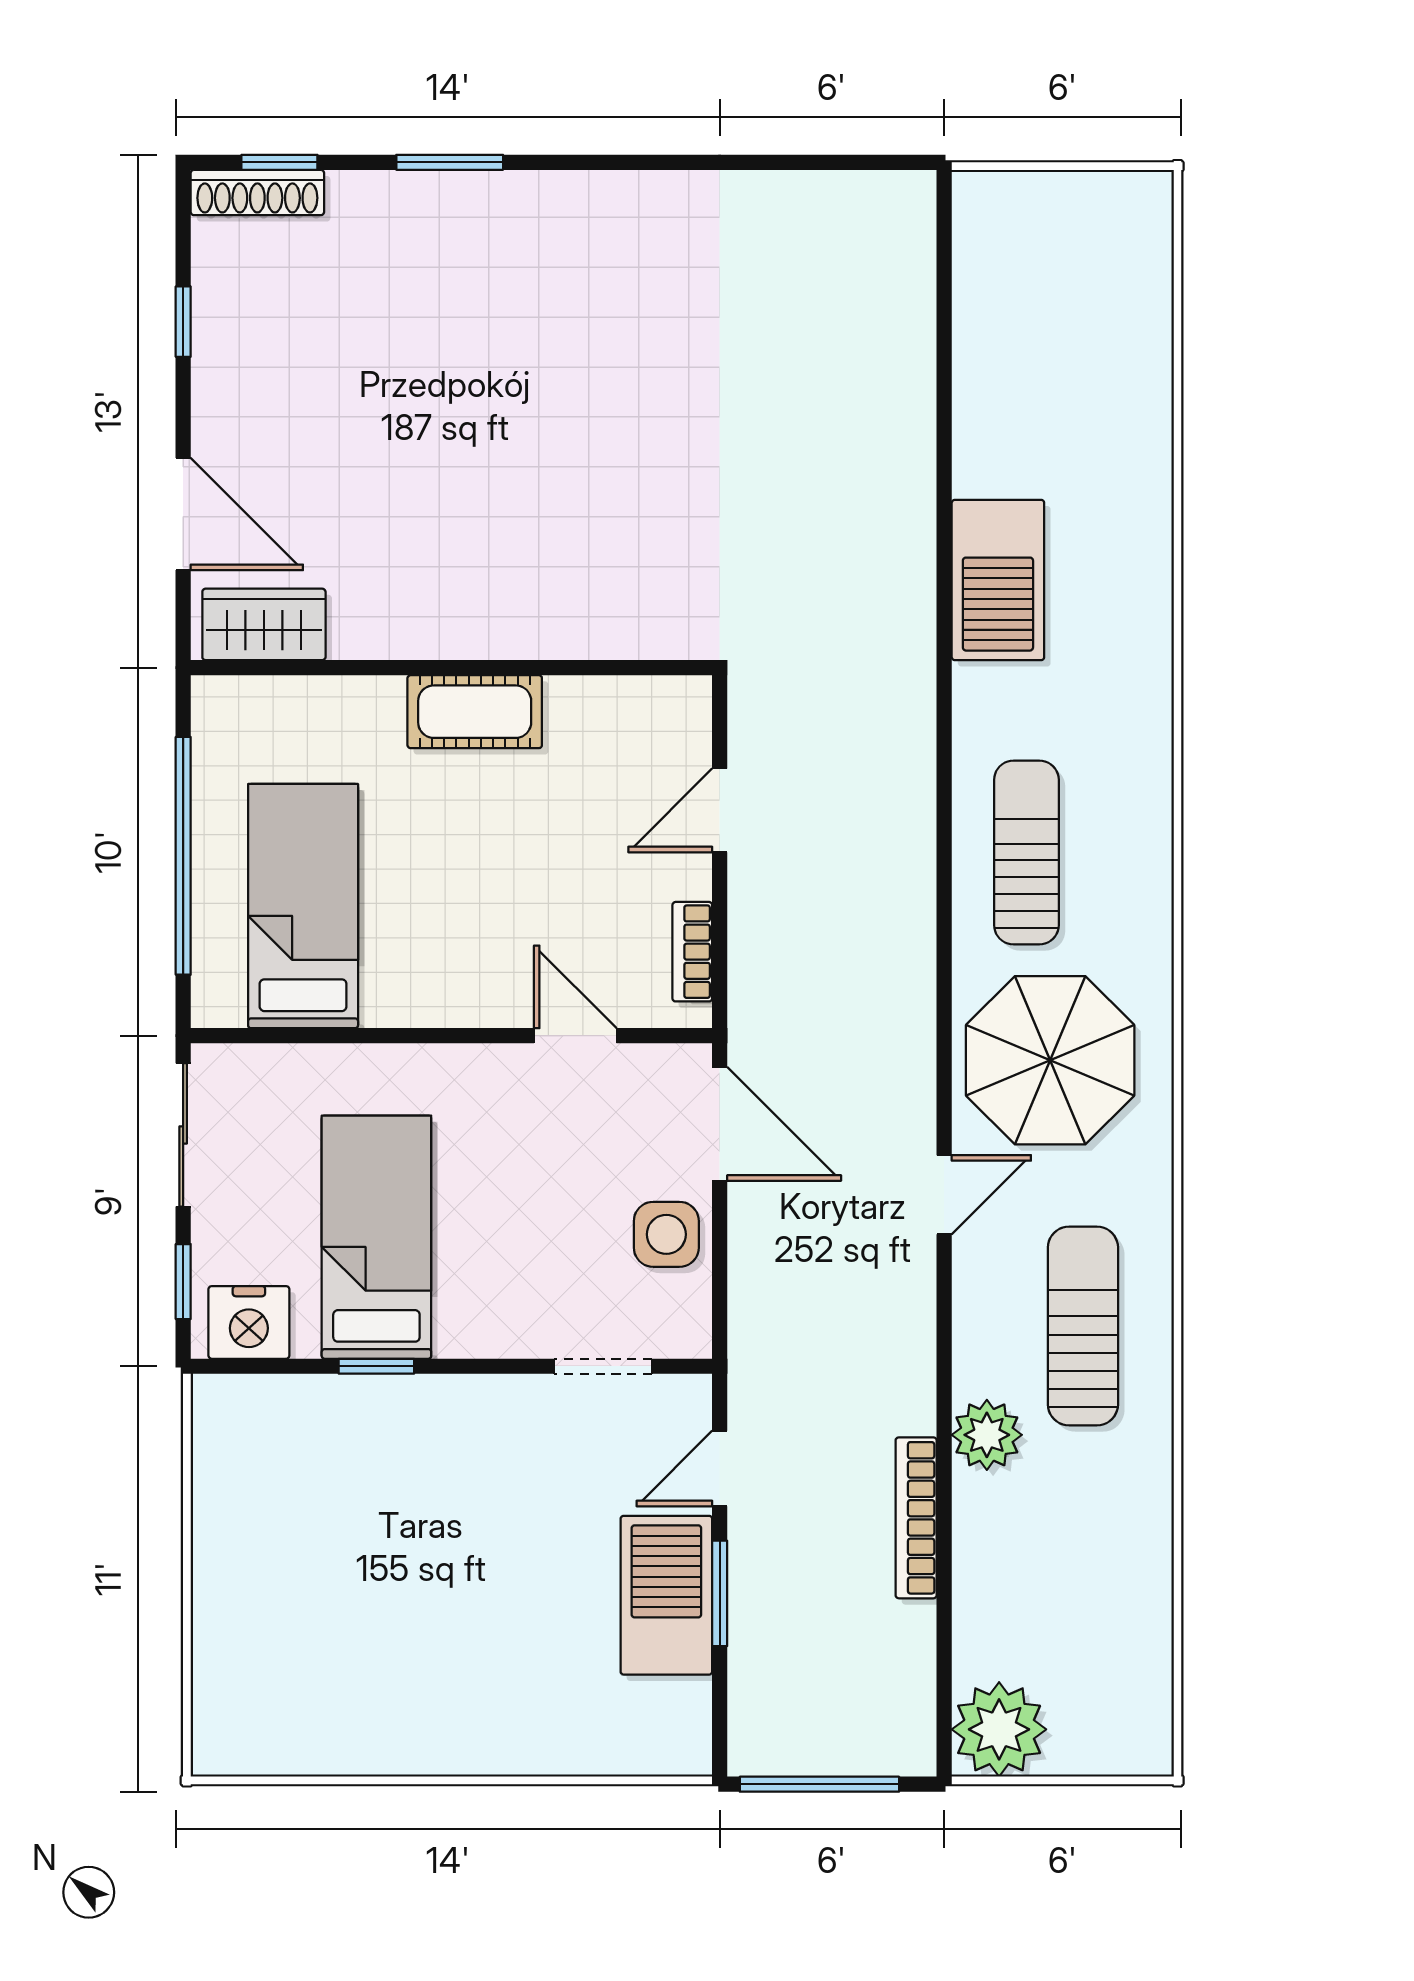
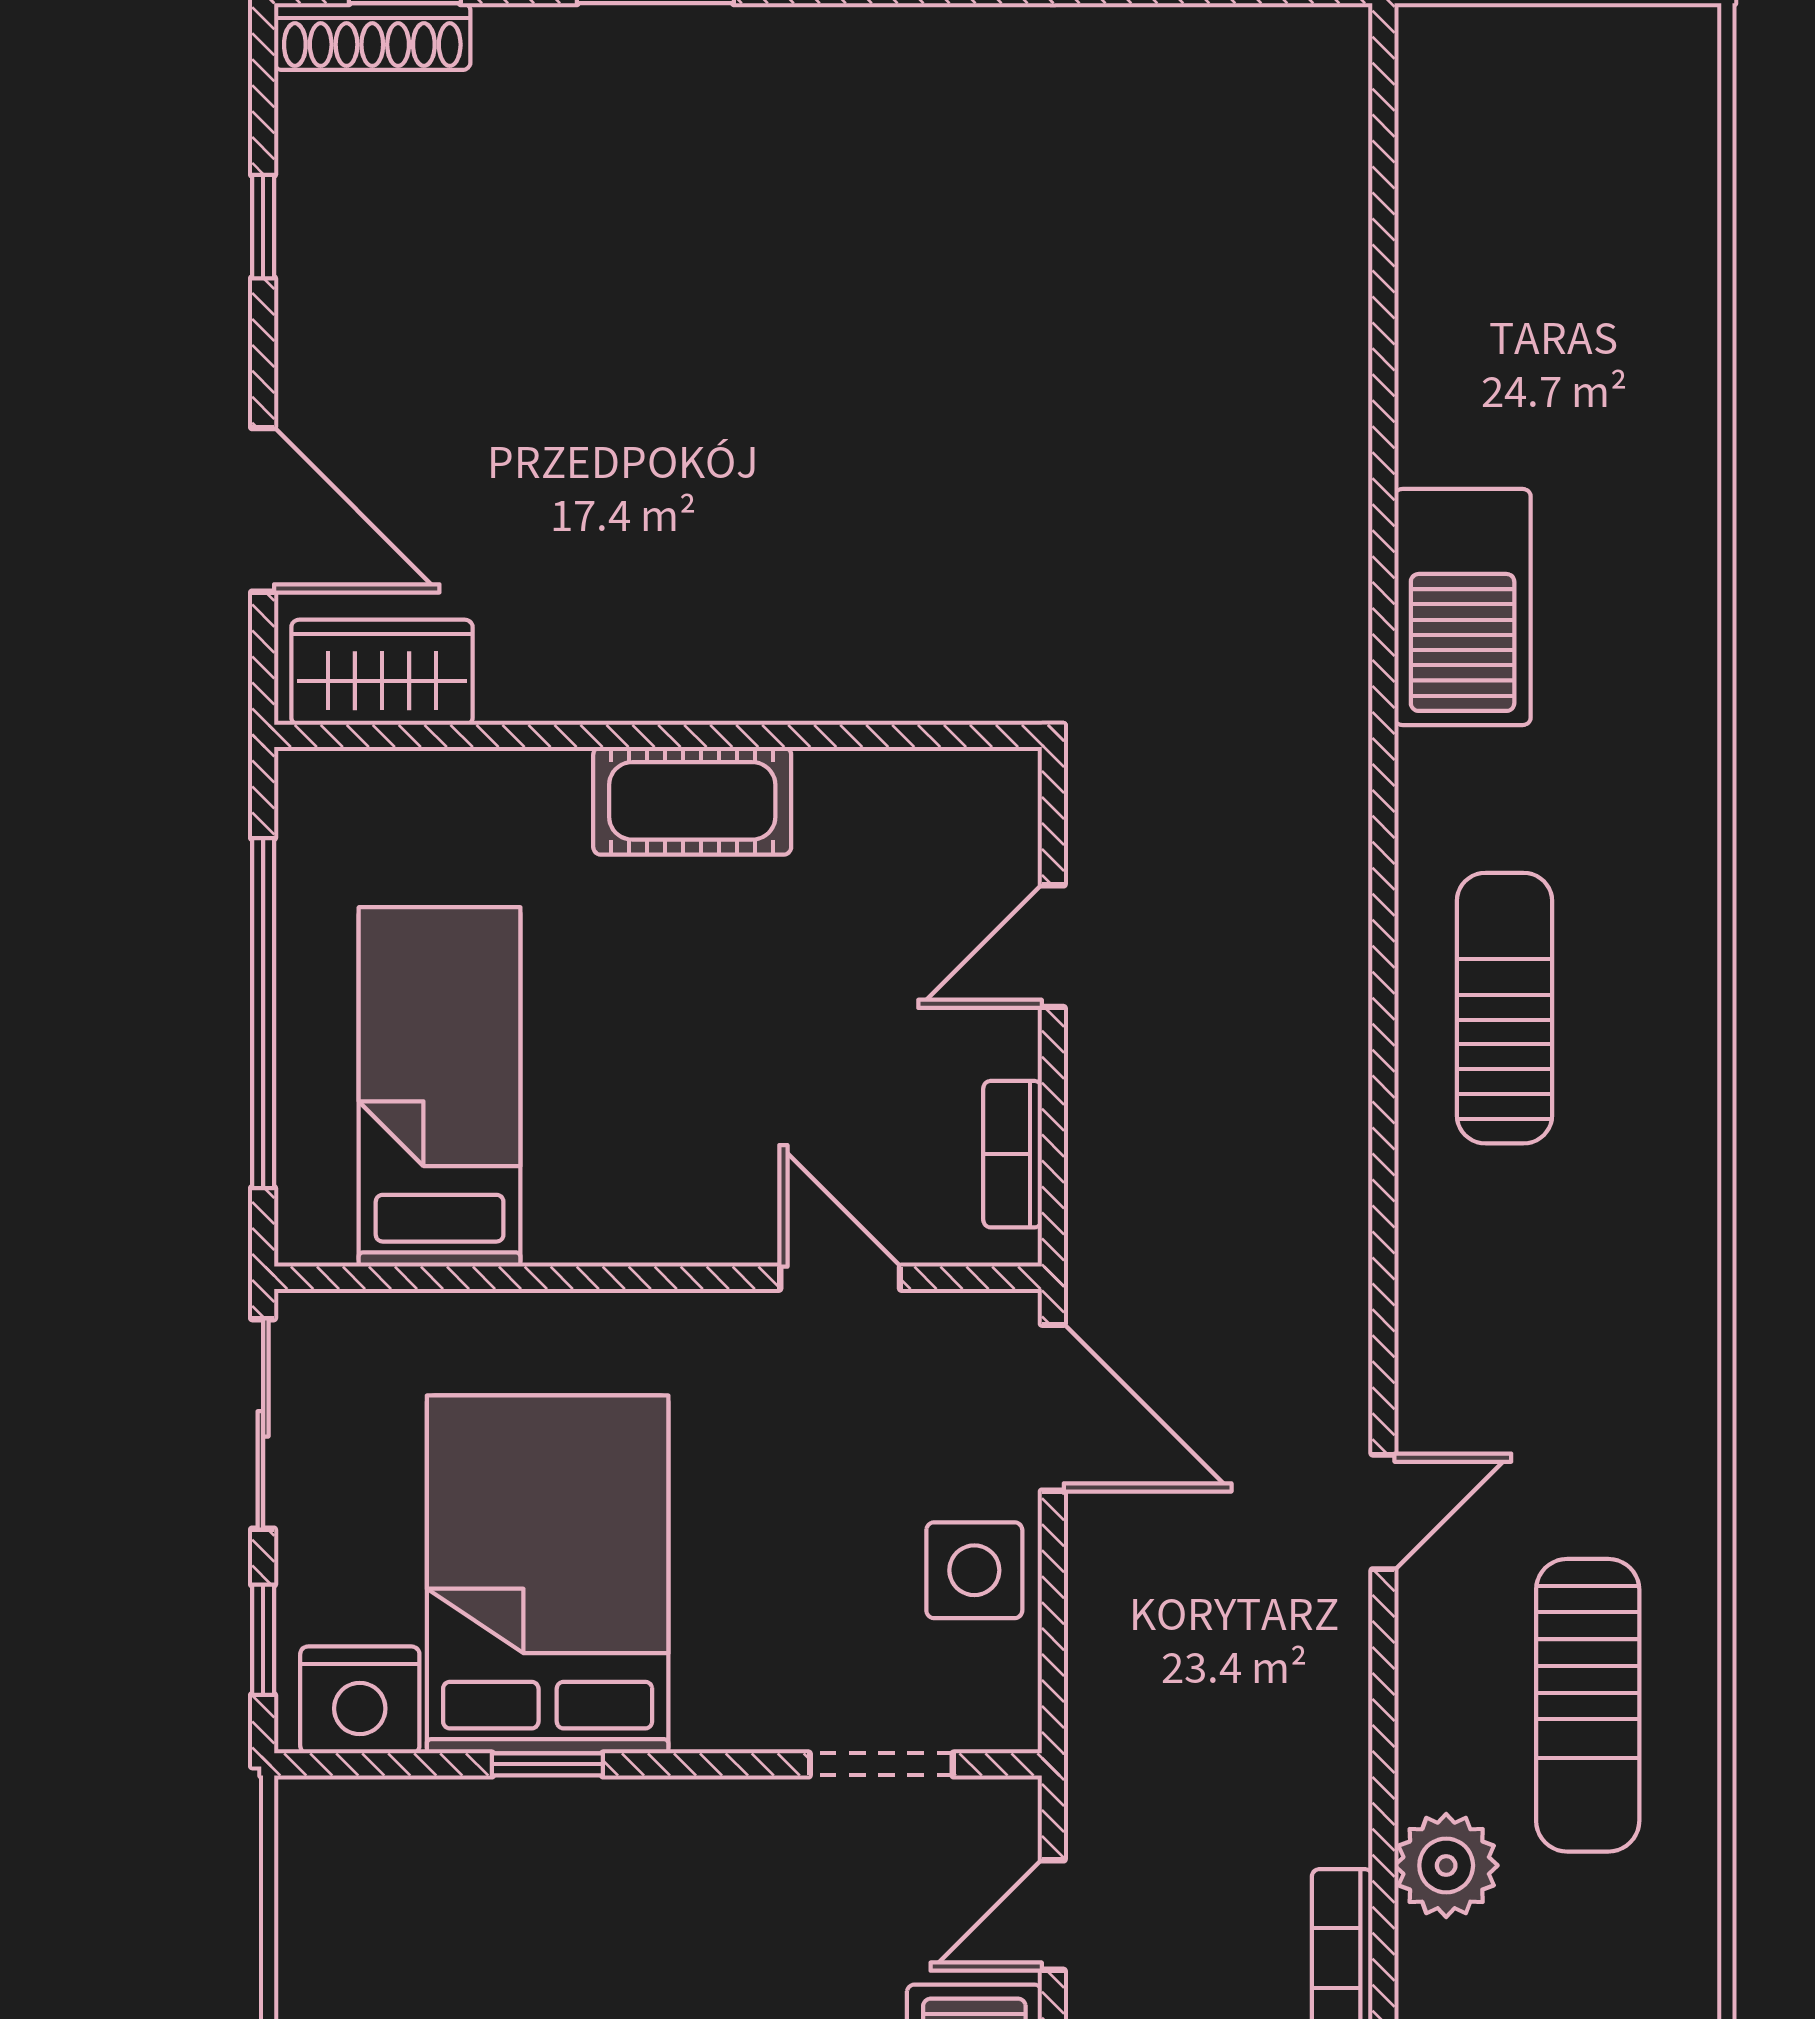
parasol: (1050, 1060) -> (1539, 1314), removed
bed: (376, 1237) -> (548, 1574), width x1.50
sun lounger: (1083, 1326) -> (1588, 1705), turned 180

